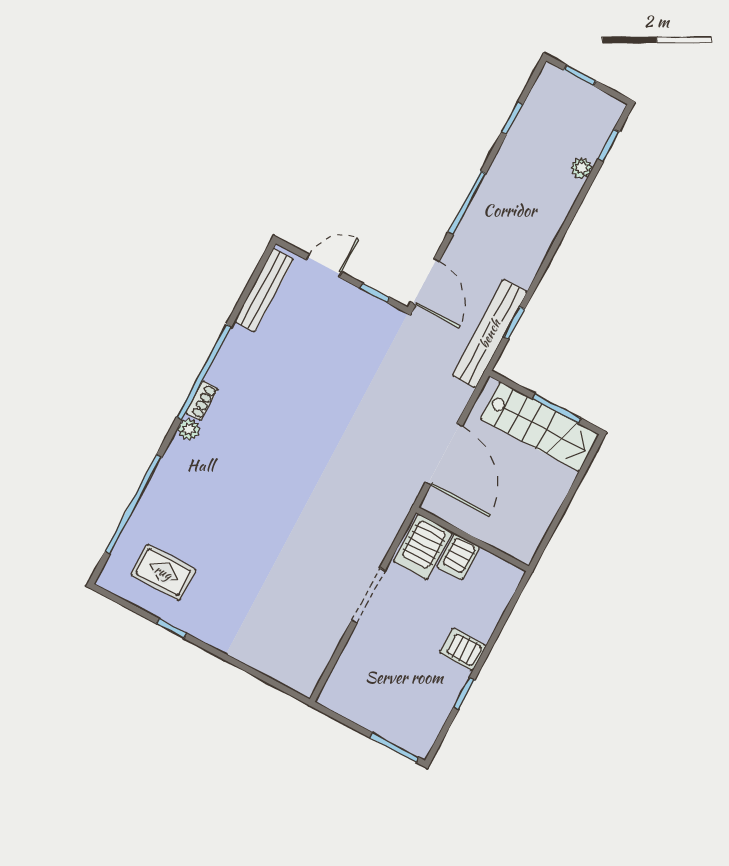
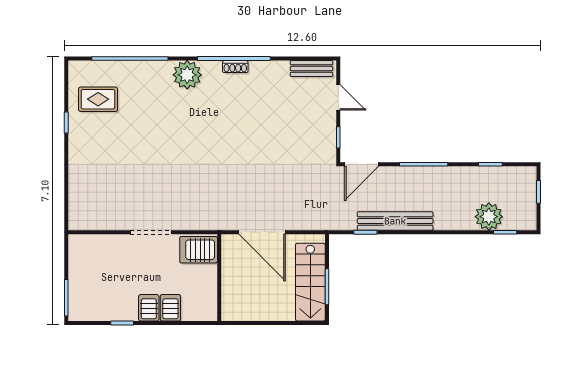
plant: (581, 168) -> (489, 217), width x1.87, depth x1.87
bench: (264, 290) -> (311, 69), width x0.73
bench: (490, 334) -> (395, 221), moved
shoe rack: (202, 401) -> (235, 67), moved
plant: (189, 429) -> (187, 75), width x1.88, depth x1.88
door: (444, 454) -> (262, 232), hinge flipped
server rack: (458, 557) -> (170, 308), moved, turned 90
rug: (163, 572) -> (98, 99), turned 90

